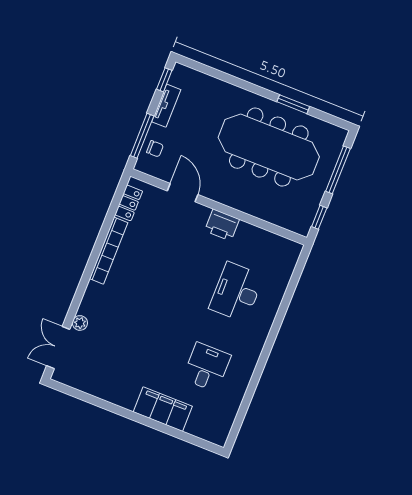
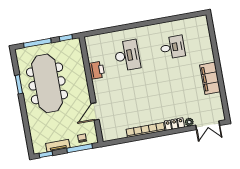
locker: (129, 203) -> (174, 124), moved
printer: (222, 225) -> (97, 70), moved
desk: (236, 292) -> (127, 55), turned -90
desk: (207, 367) -> (172, 47), turned 180
filing cabinet: (163, 409) -> (210, 78), moved

